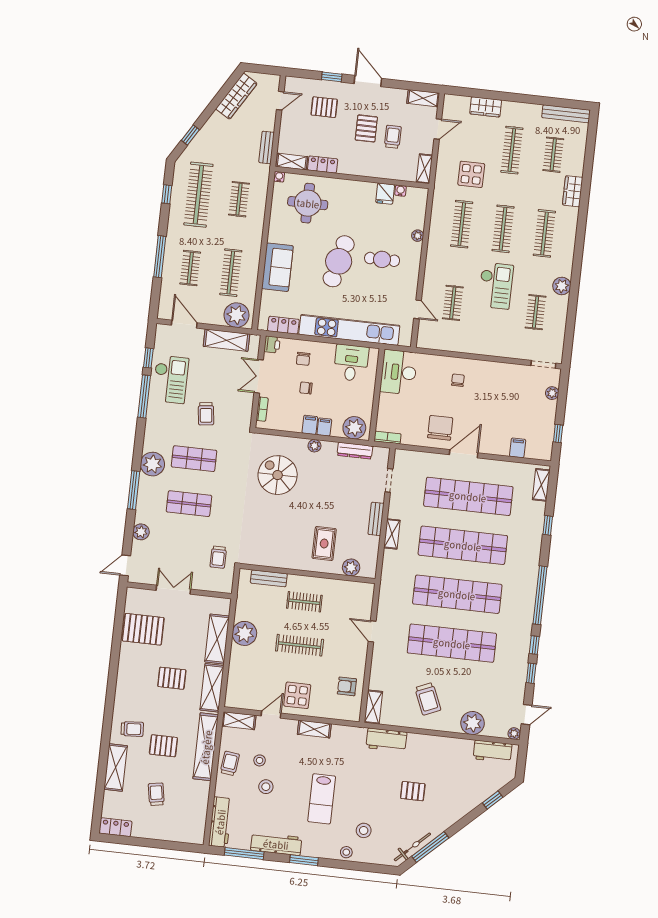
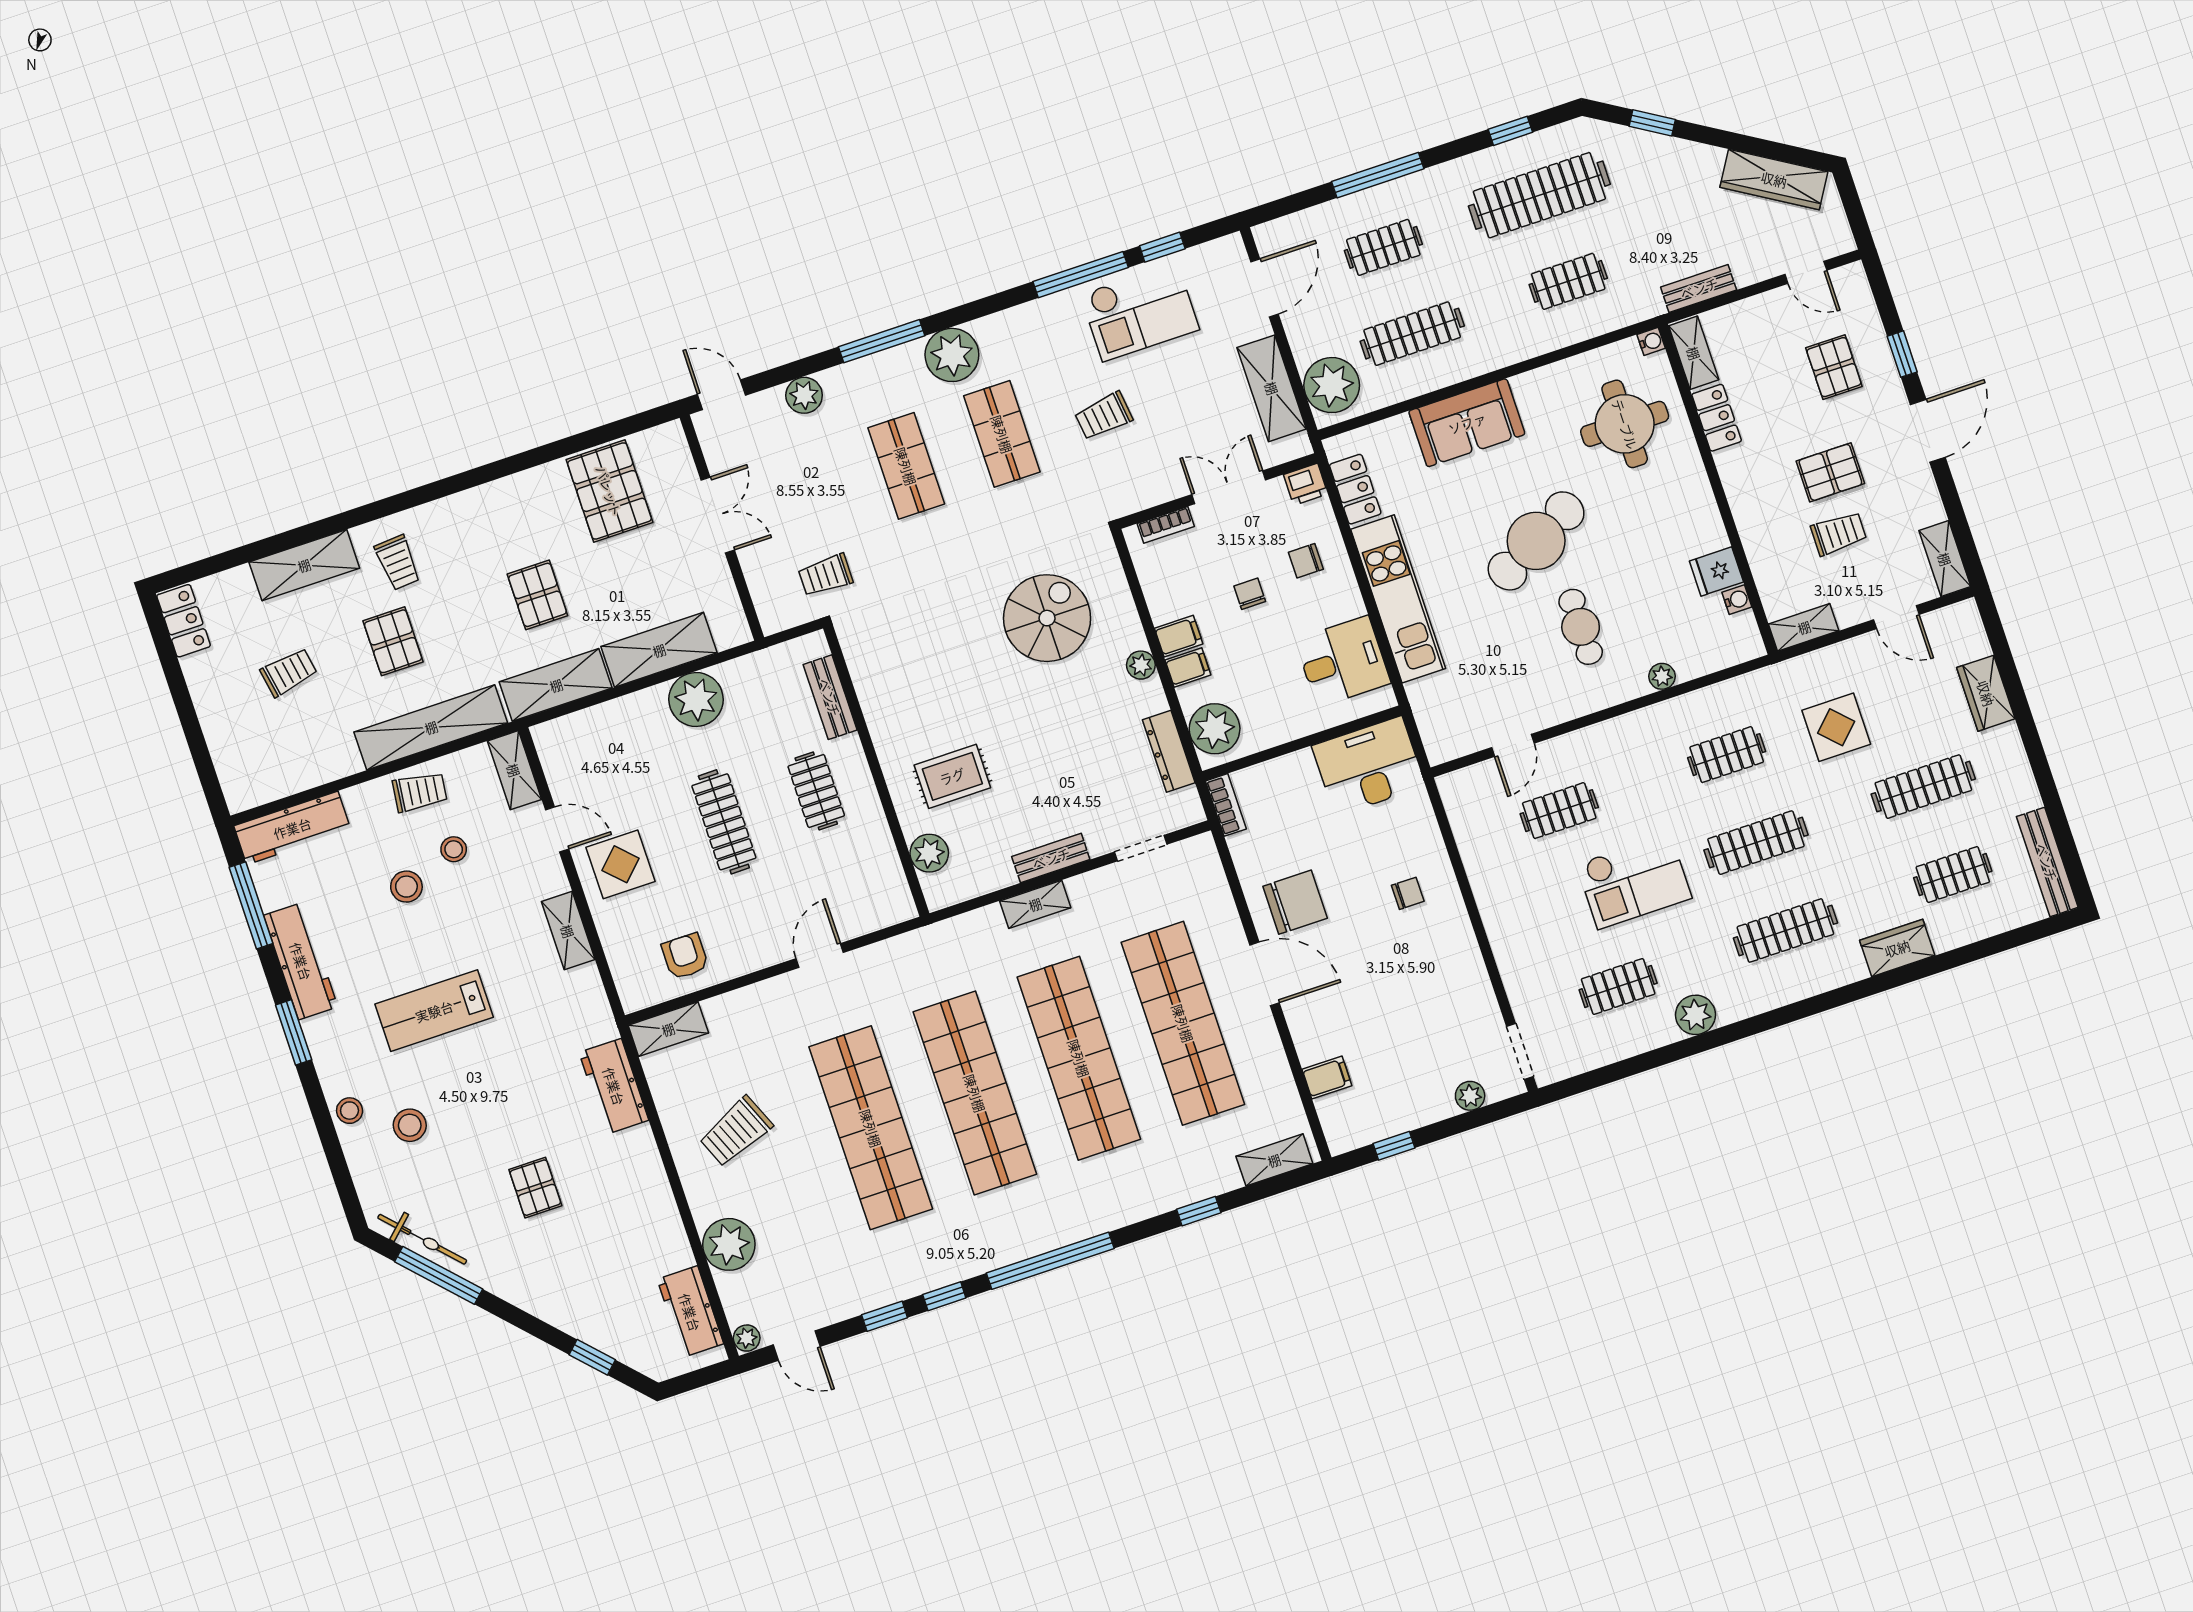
clothes rail: (462, 224) -> (1727, 755), width x0.73
cafe table: (339, 261) -> (1536, 541), turned -42
kitchen unit: (349, 330) -> (1398, 599), width x0.73

